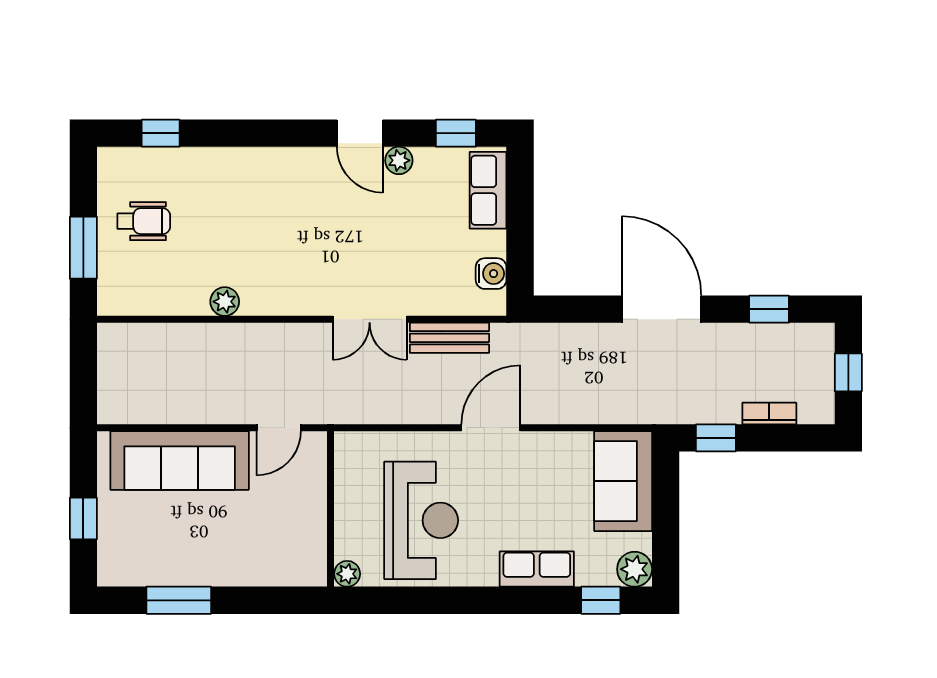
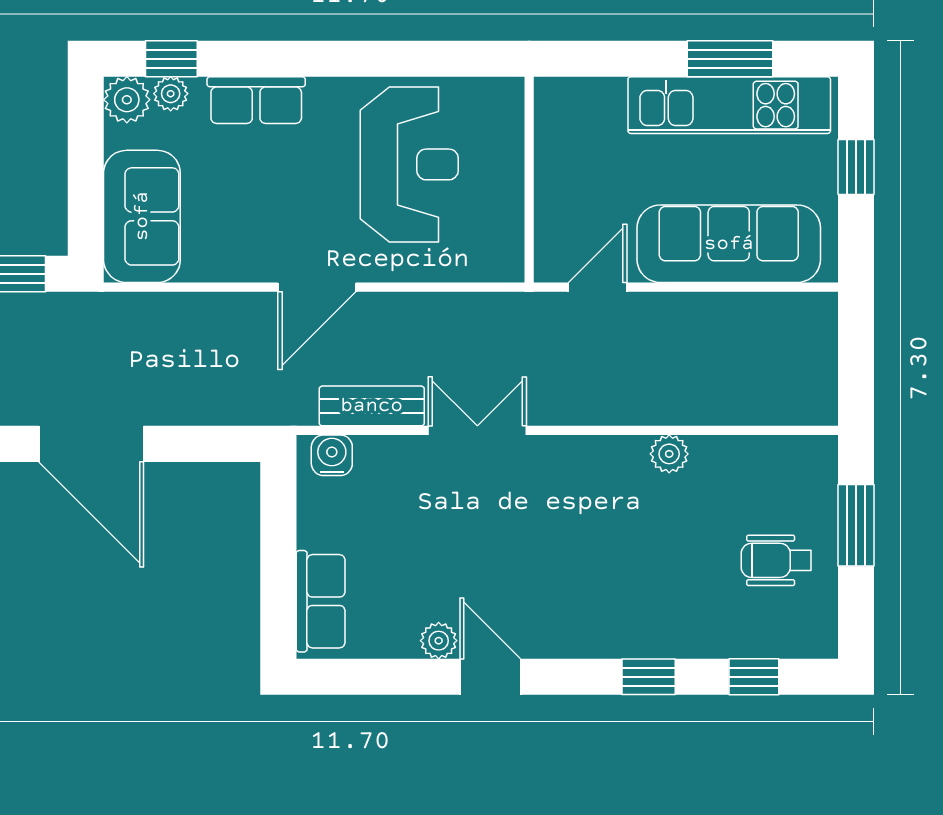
window: (456, 133) -> (649, 677), moved
water cooler: (491, 274) -> (332, 455), moved, turned 90
reception desk: (421, 520) -> (409, 164), turned 180
kitchen unit: (179, 565) -> (729, 105), added
plant: (347, 574) -> (171, 94), moved

